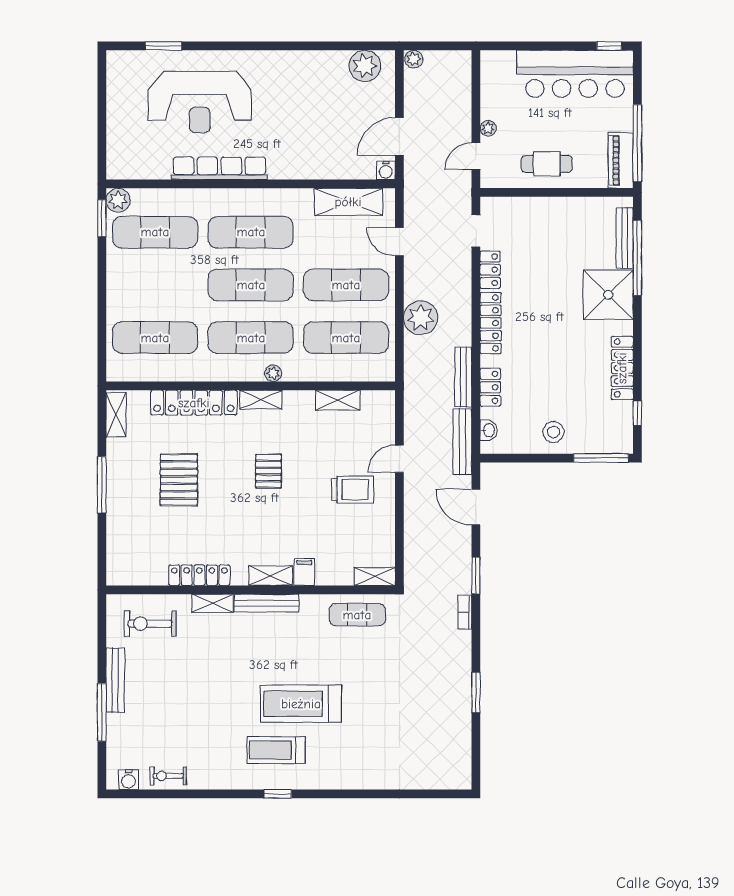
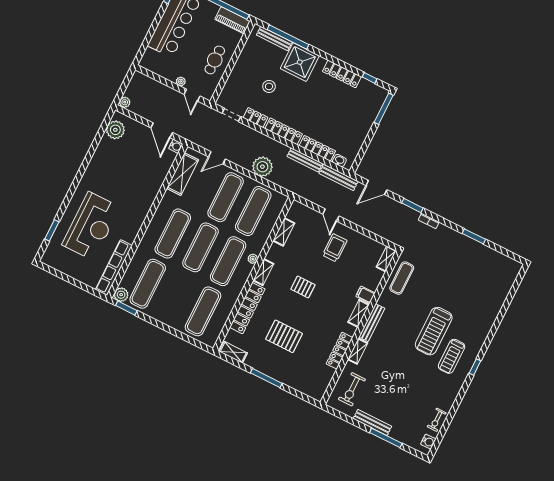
row of seats: (219, 168) -> (114, 267), moved
locker: (490, 387) -> (317, 148), width x1.53
stool: (553, 432) -> (269, 86), moved

